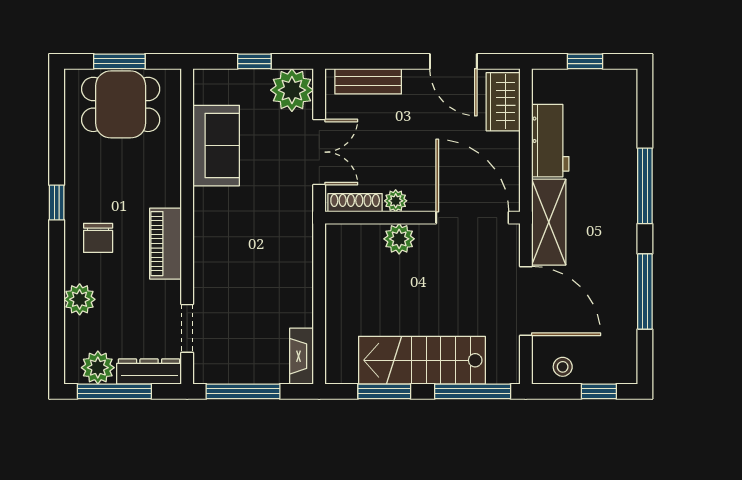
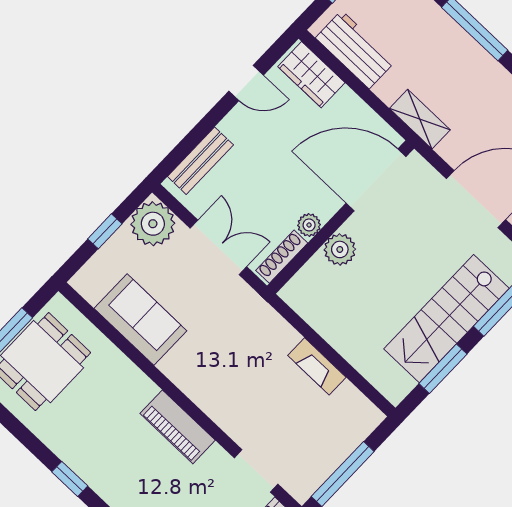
door: (453, 61) -> (246, 83), width x0.73
workbench: (550, 141) -> (355, 50), moved
shelving: (549, 222) -> (420, 119), width x0.67, depth x0.75
chair: (98, 238) -> (125, 473), removed
fireplace: (301, 356) -> (317, 366), moved

